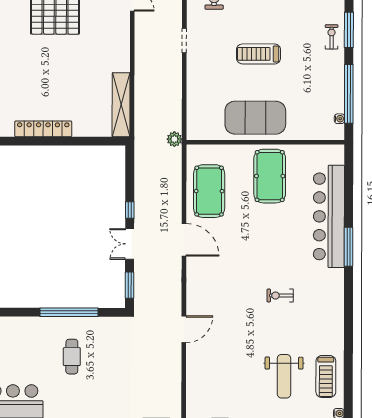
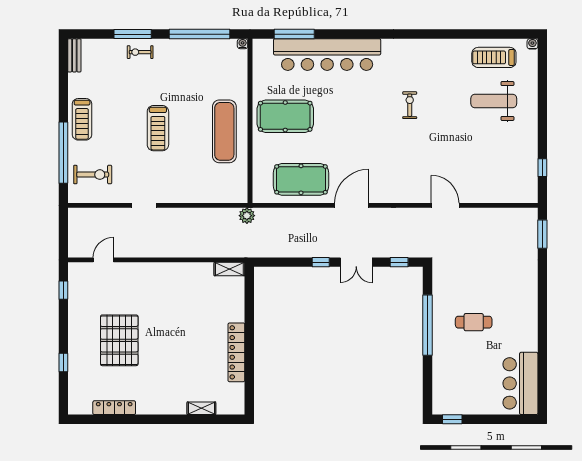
shelving: (121, 105) -> (229, 269), width x0.45, depth x0.75
exercise mat: (255, 118) -> (224, 131), width x0.68
water cooler: (339, 119) -> (243, 44), moved
window: (348, 247) -> (294, 34), moved
window: (130, 285) -> (399, 262), width x0.67
exercise bike: (280, 296) -> (410, 105), turned 180
weight bench: (284, 376) -> (494, 101), turned 180
treadmill: (326, 376) -> (494, 57), turned 180

